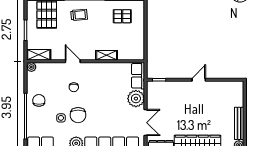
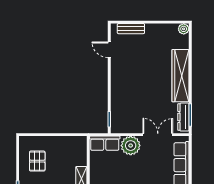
door: (199, 80) -> (109, 50), moved
bench: (239, 123) -> (131, 29), moved, width x0.73

